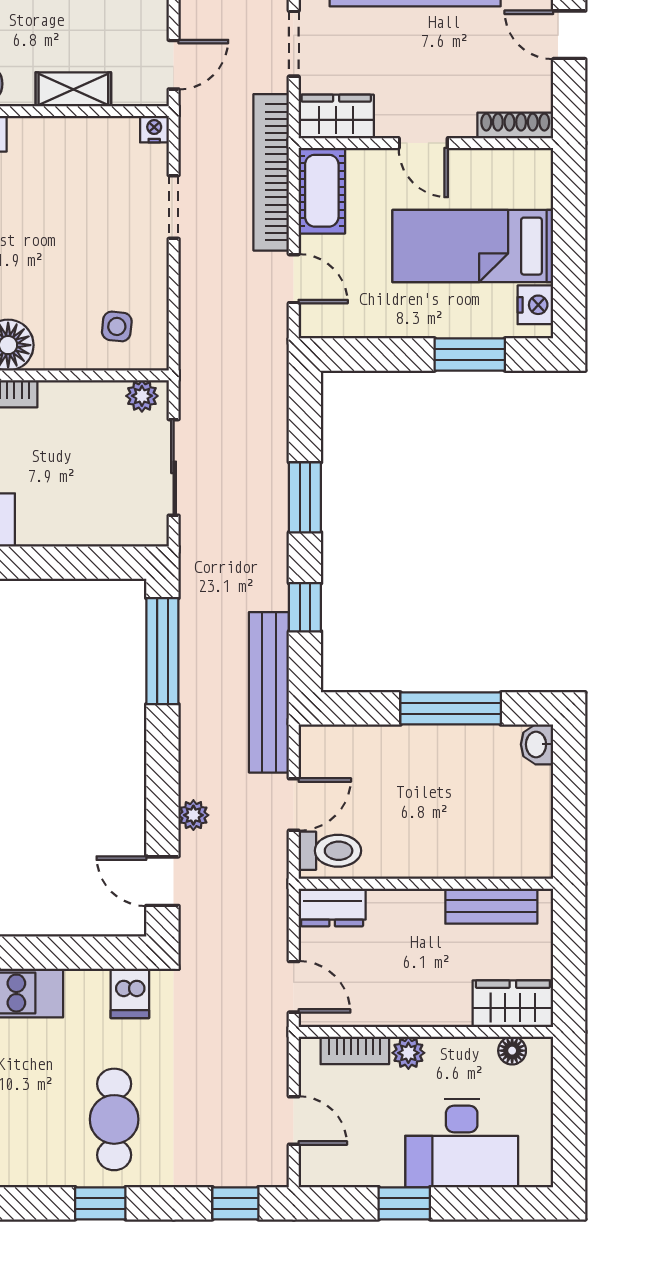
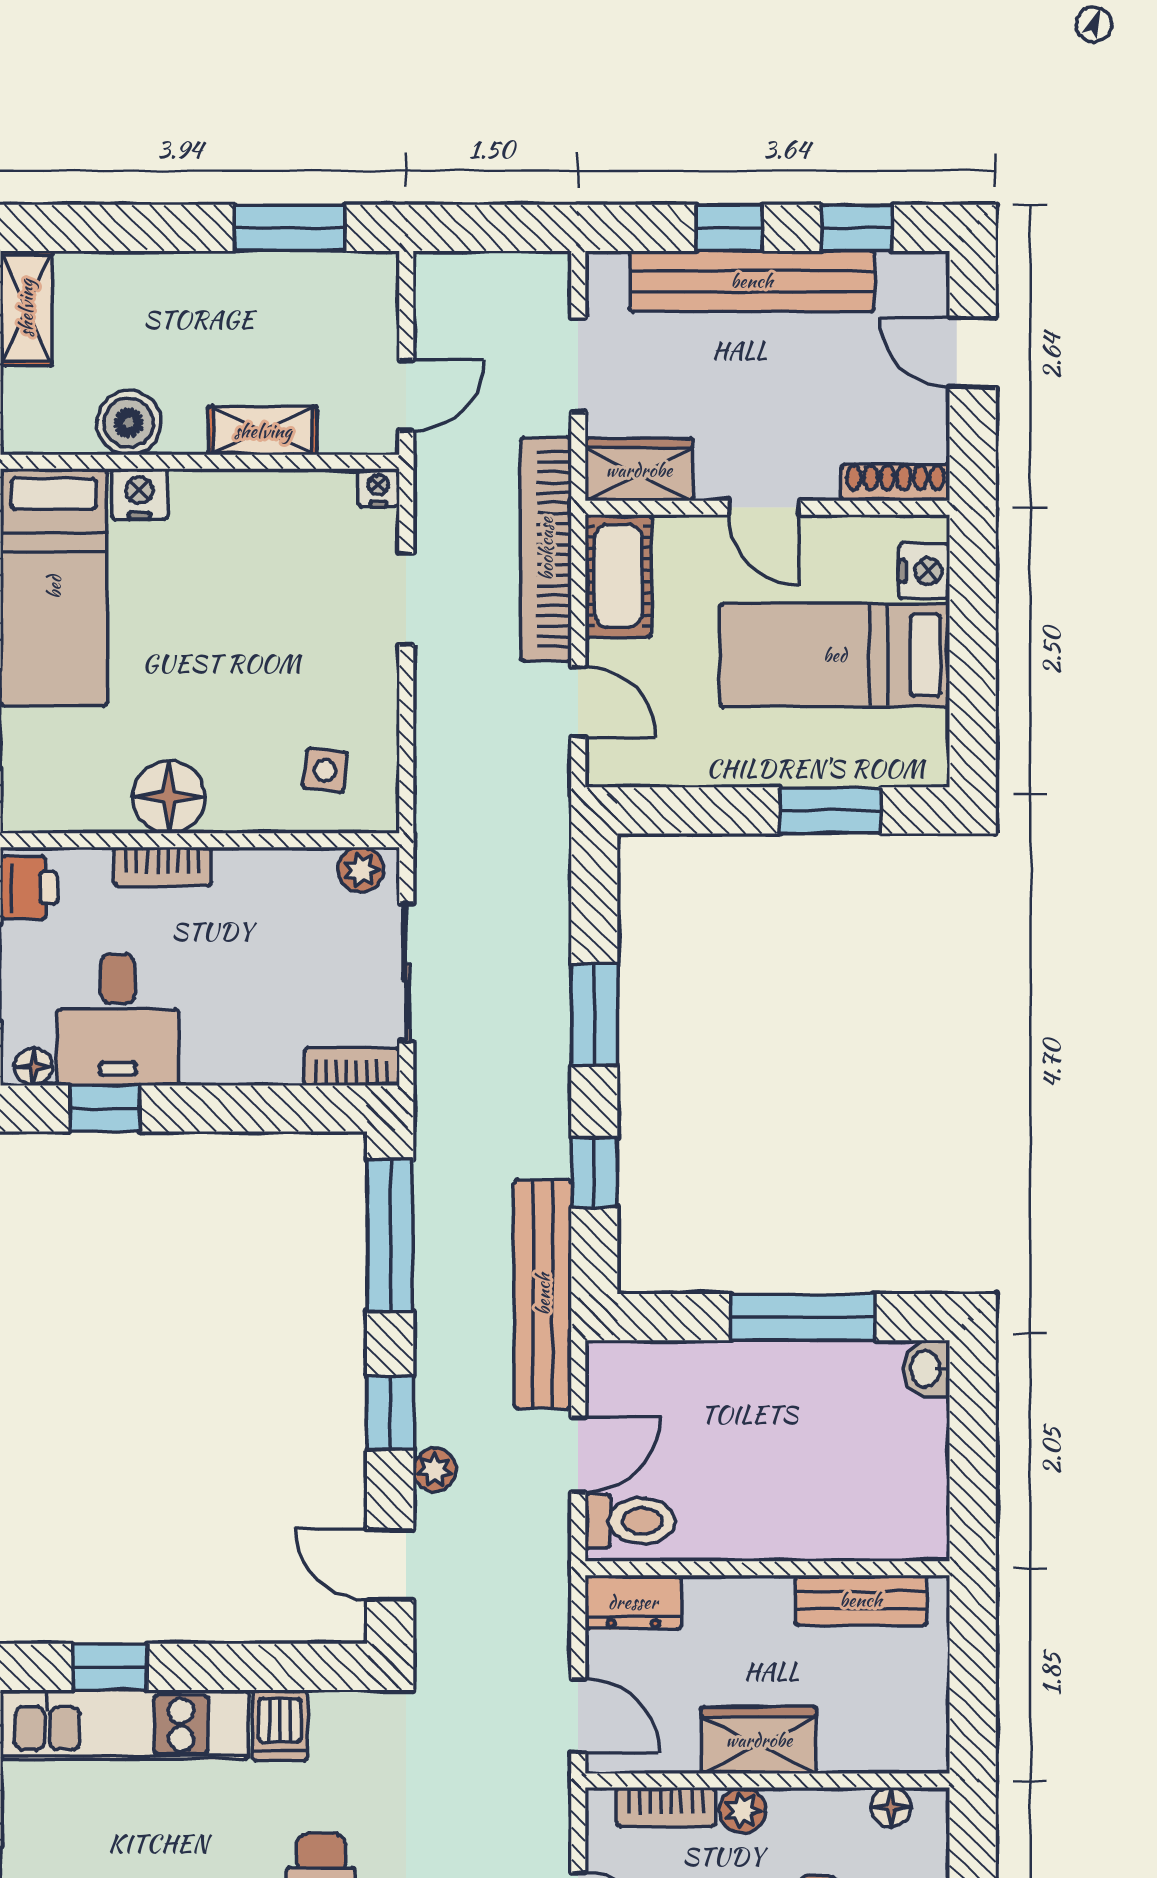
nightstand: (535, 305) -> (924, 571), moved
bookcase: (136, 533) -> (352, 1067), added
window: (162, 775) -> (390, 1412), added
dishwasher: (130, 993) -> (280, 1725), moved
wardrobe: (513, 1004) -> (759, 1740), moved

